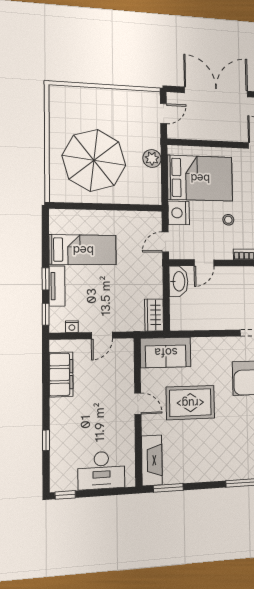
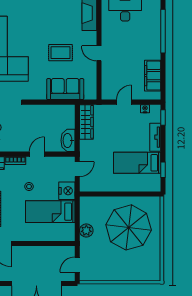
bed: (200, 178) -> (50, 212), width x0.67
door: (204, 263) -> (37, 154), moved
window: (46, 279) -> (163, 170), moved
wardrobe: (154, 315) -> (86, 122), width x1.50
sofa: (166, 352) -> (65, 89), moved
rug: (190, 403) -> (61, 53), width x0.73, depth x0.70
window: (46, 440) -> (163, 31), width x3.17

